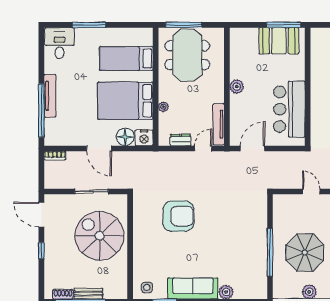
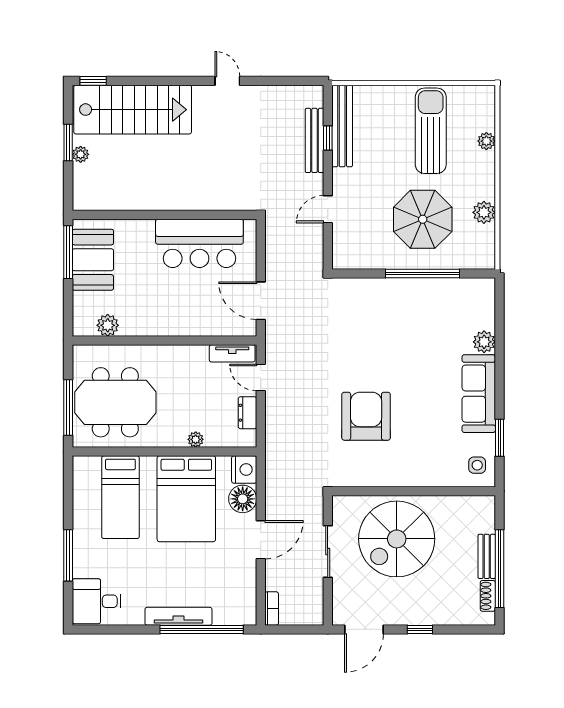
plant: (237, 87) -> (108, 325), moved
tv unit: (219, 124) -> (232, 353), width x0.71

